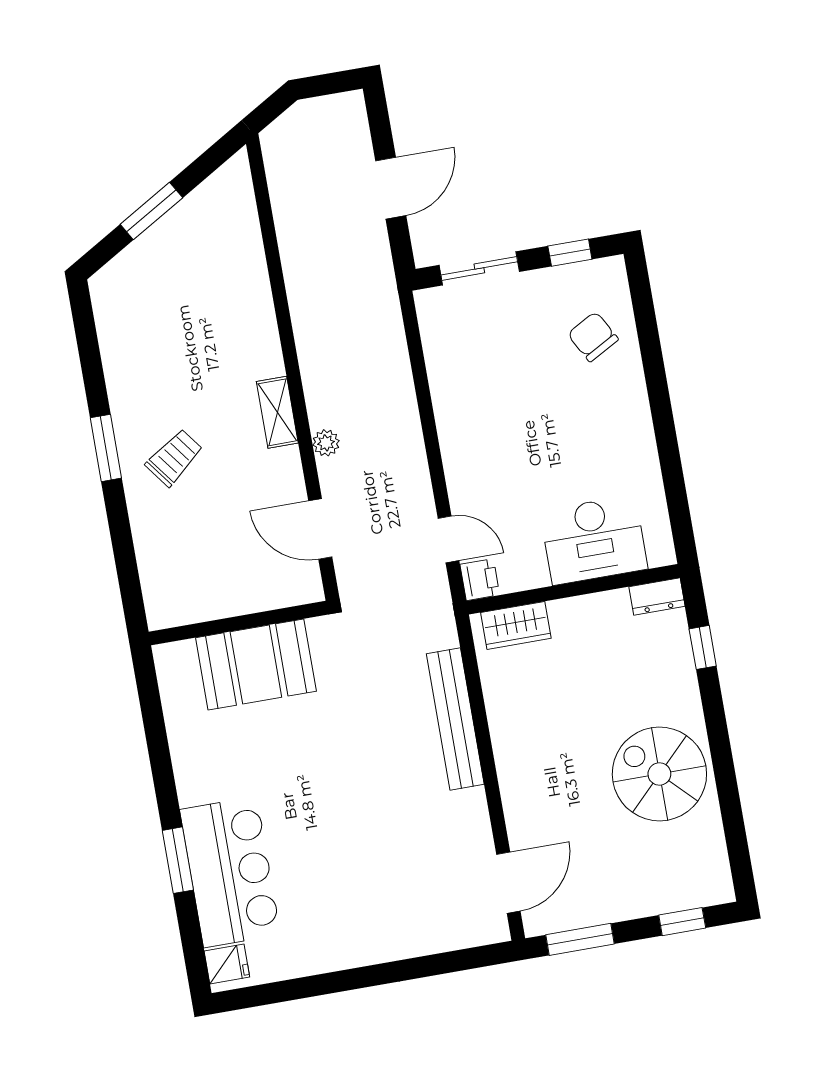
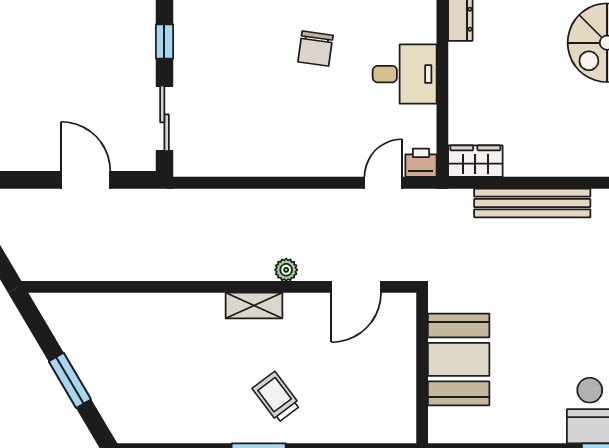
chair: (593, 337) -> (315, 49), moved, turned -53
desk: (594, 540) -> (405, 74), width x0.73
wardrobe: (516, 625) -> (475, 161), moved, turned -90

